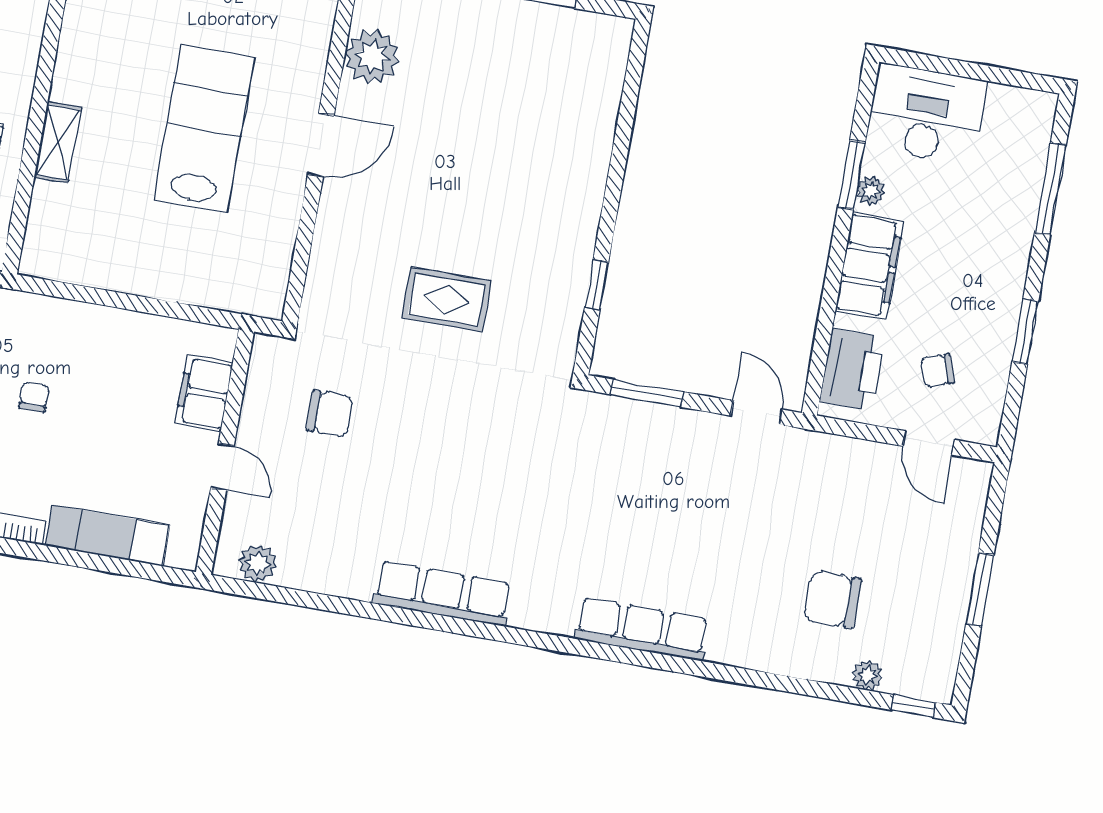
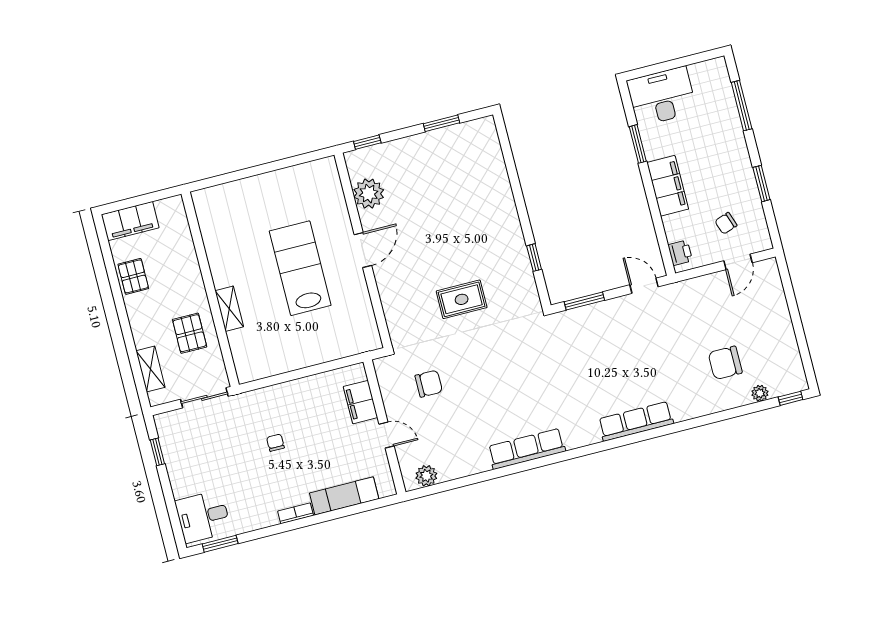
plant: (871, 191) -> (651, 148), removed
printer: (852, 370) -> (680, 253), width x0.53, depth x0.68
door: (929, 443) -> (738, 262), hinge flipped
window: (980, 589) -> (797, 324), removed

